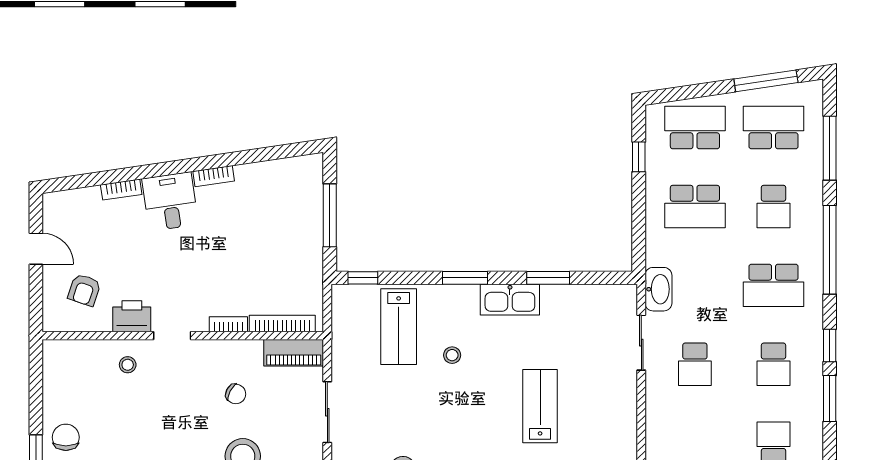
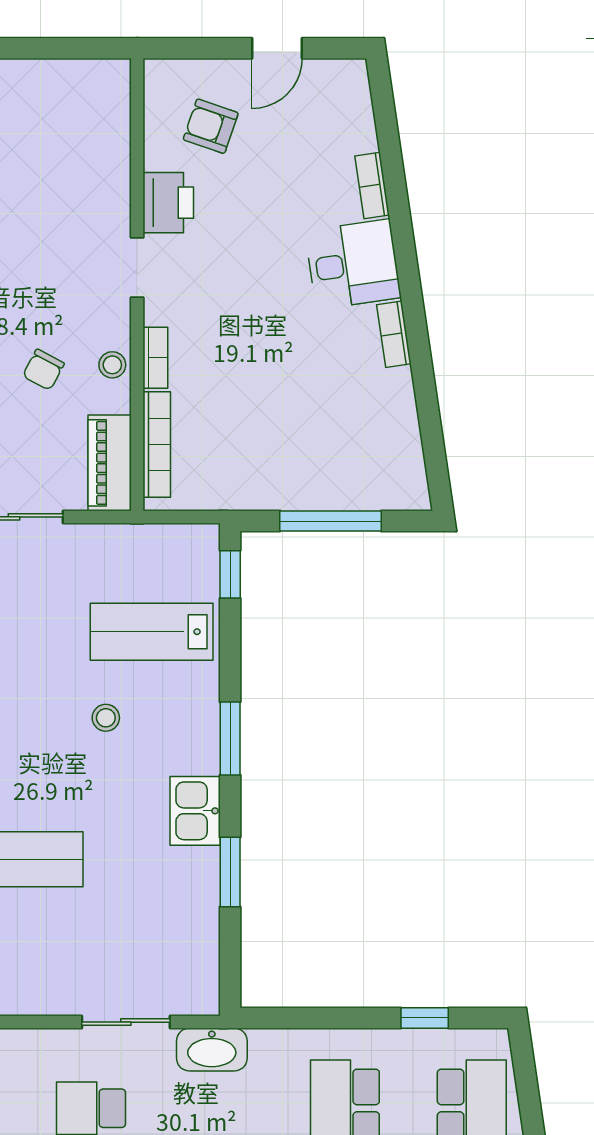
kitchen sink: (510, 300) -> (195, 811), width x0.73
stool: (128, 365) -> (112, 365), moved

